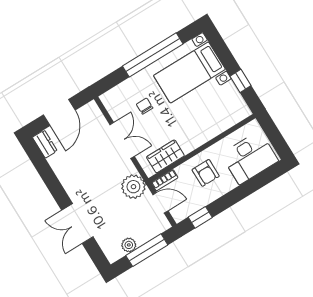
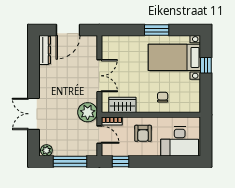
window: (153, 55) -> (157, 30), width x0.47
window: (240, 81) -> (206, 65), moved
chair: (145, 106) -> (163, 97), moved
dresser: (45, 144) -> (45, 50), width x1.44
plant: (129, 245) -> (46, 150), moved

